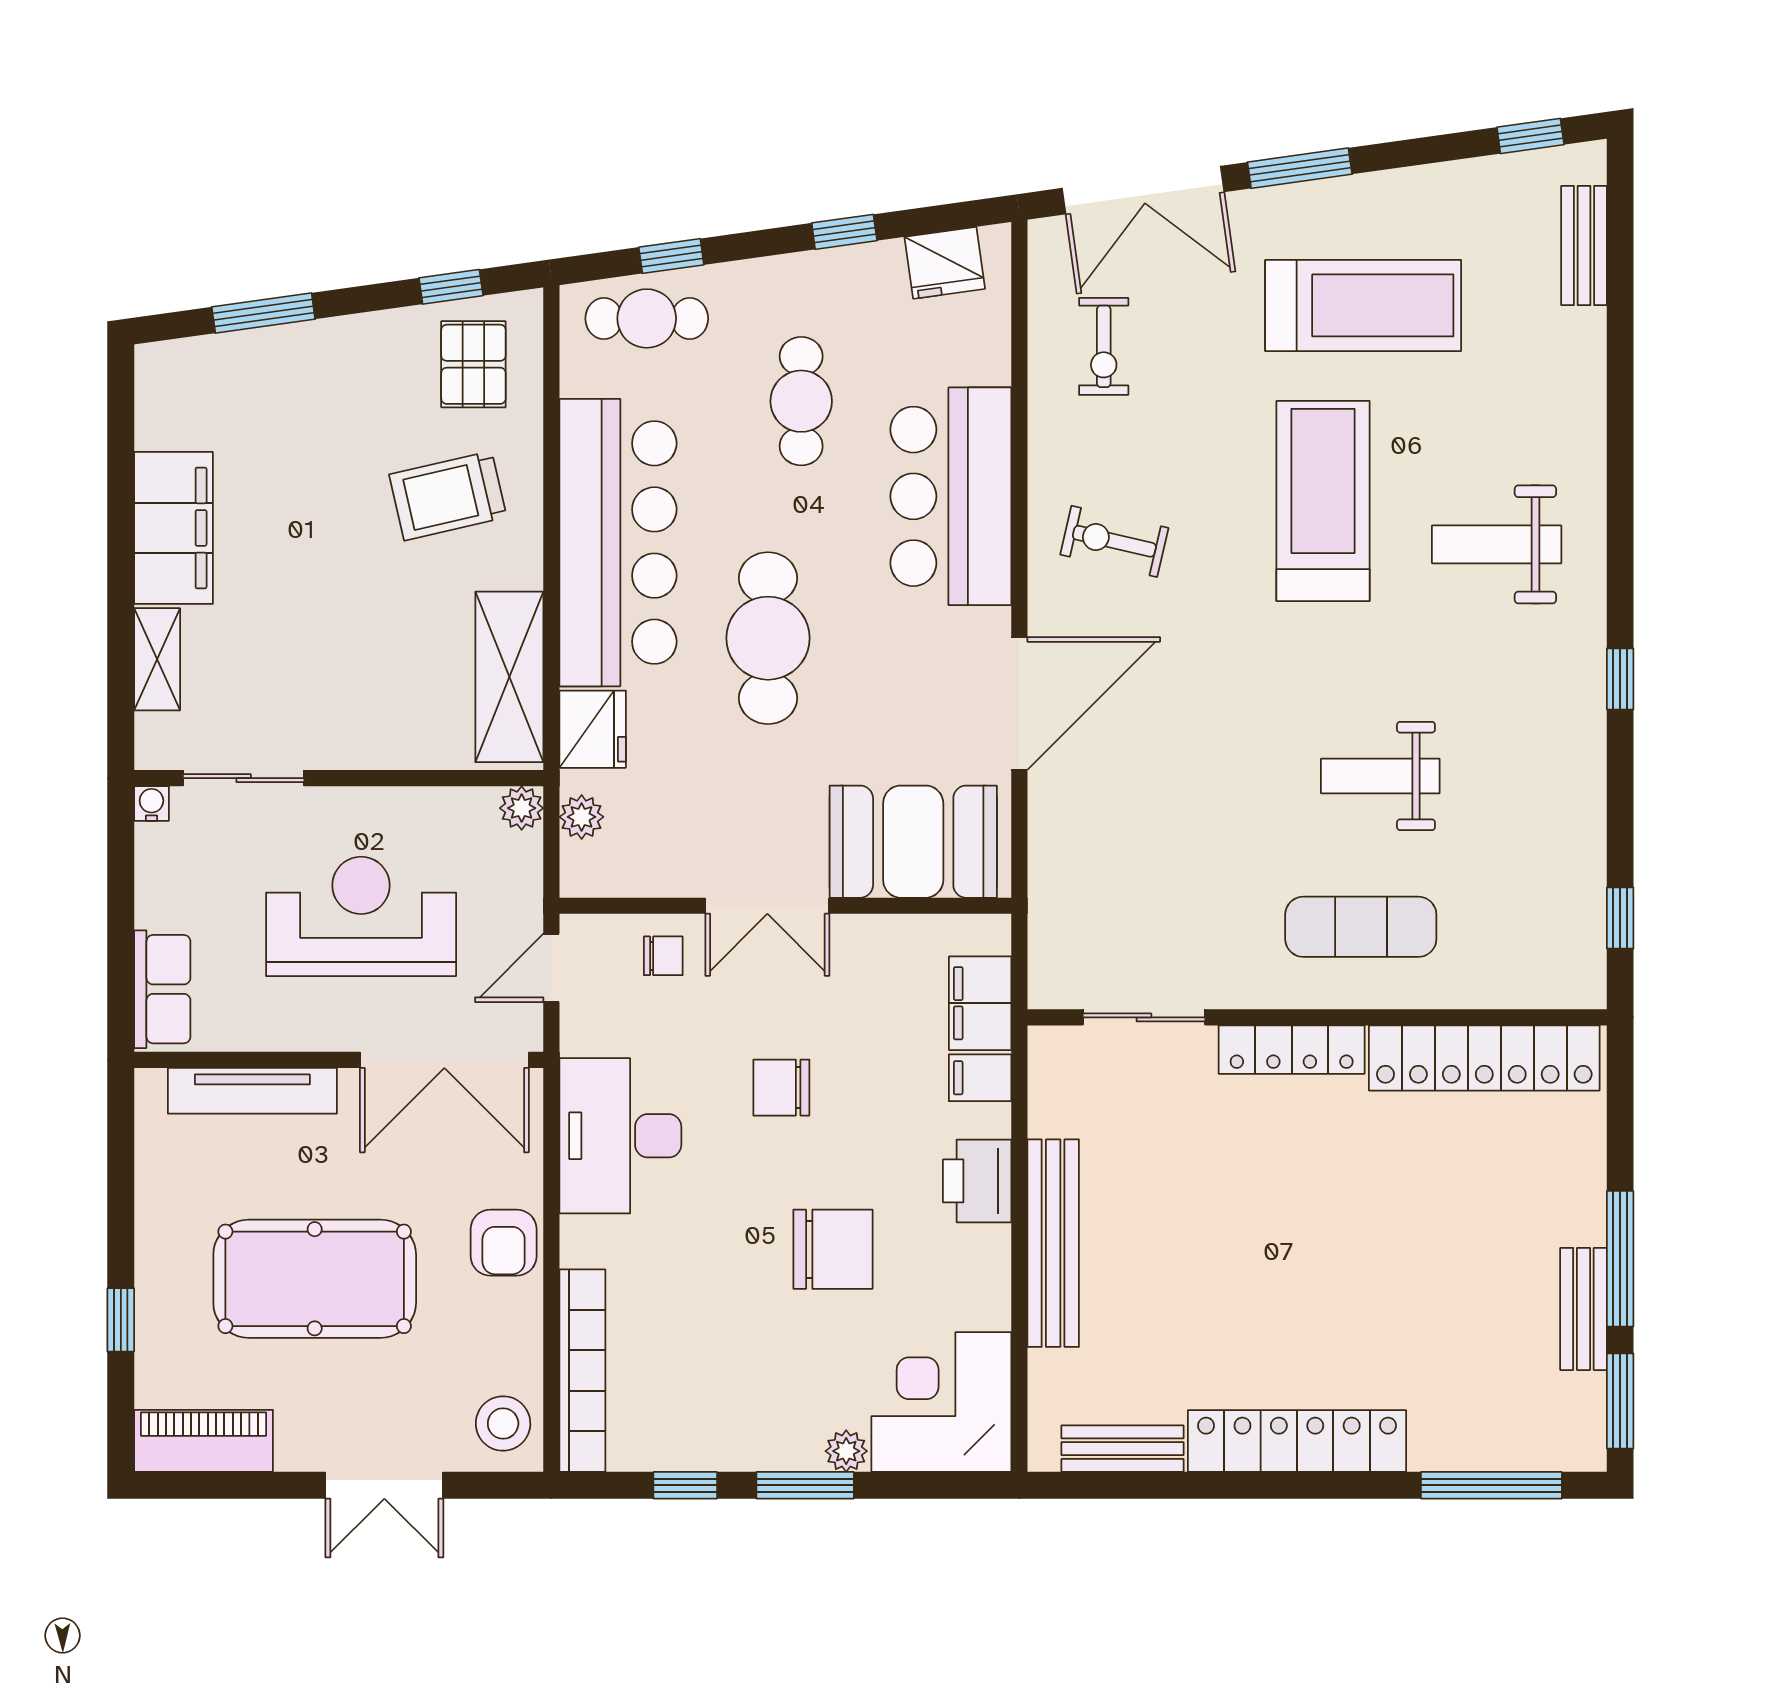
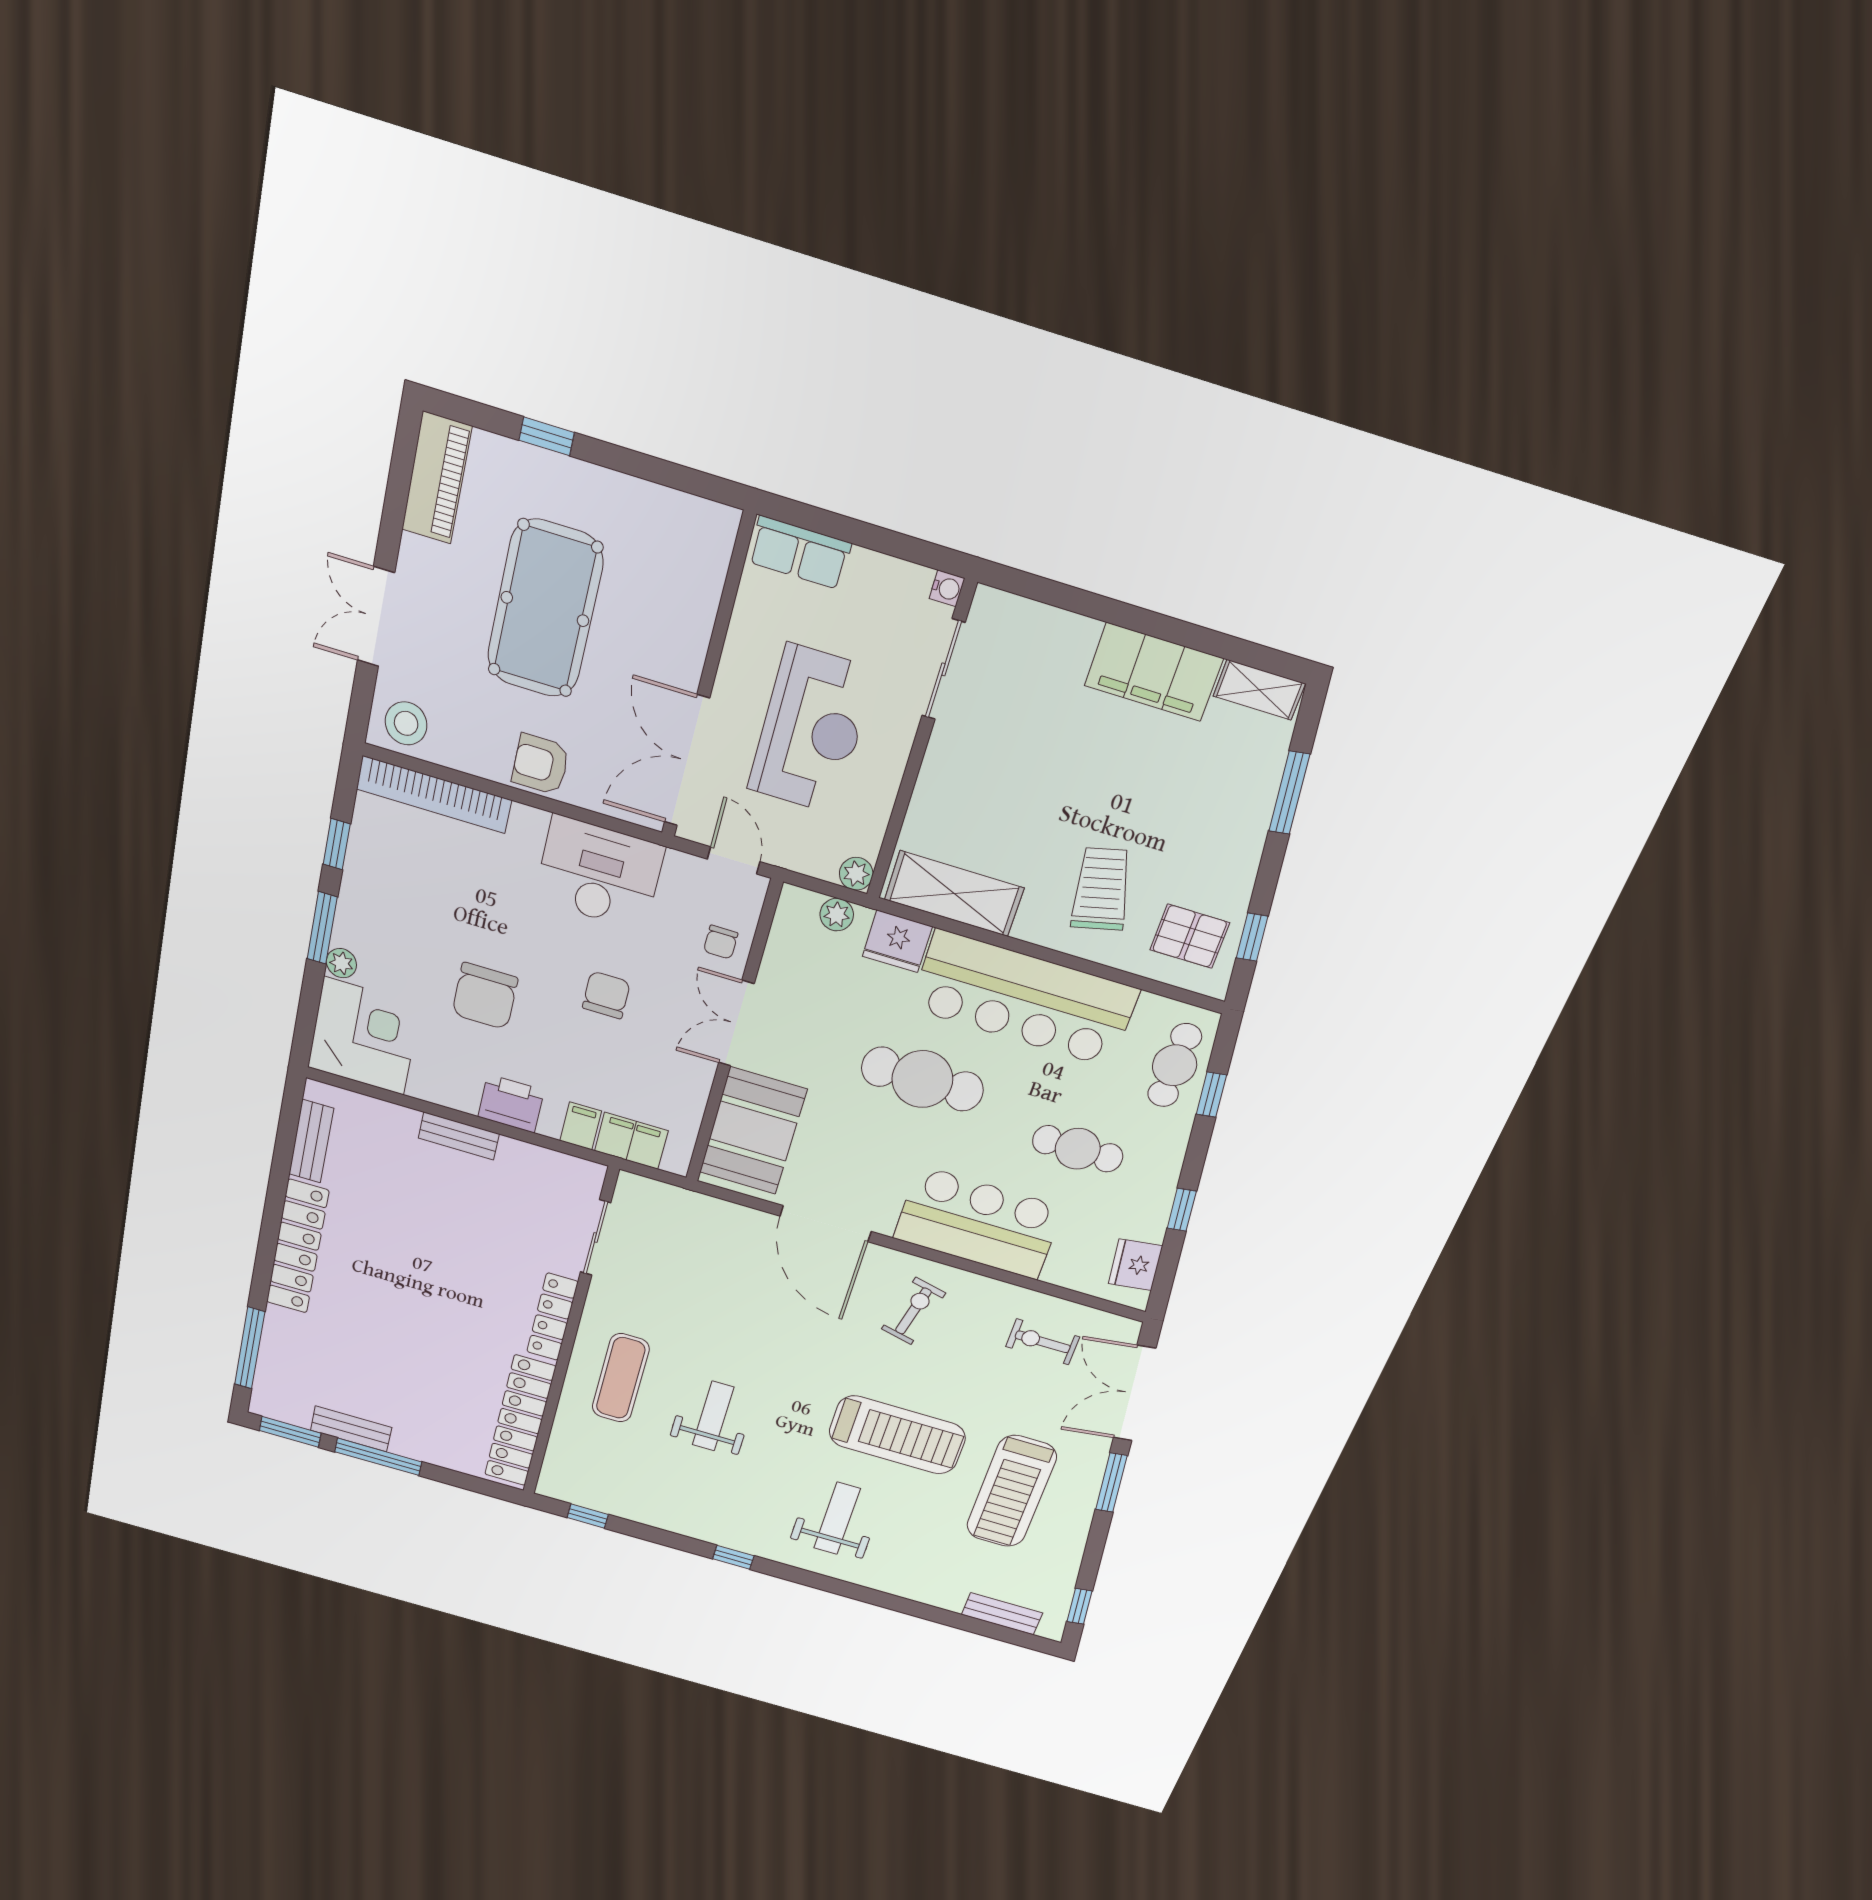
shelving: (157, 659) -> (1259, 690), moved
tv unit: (252, 1091) -> (701, 603), removed
bench: (1053, 1243) -> (459, 1136), width x0.54, depth x0.82

